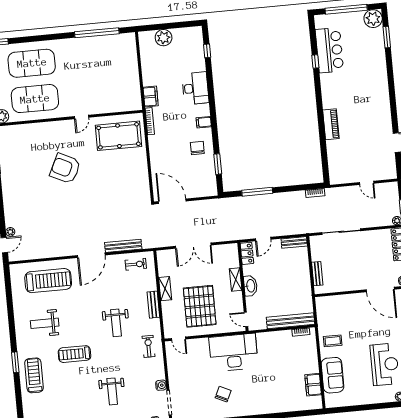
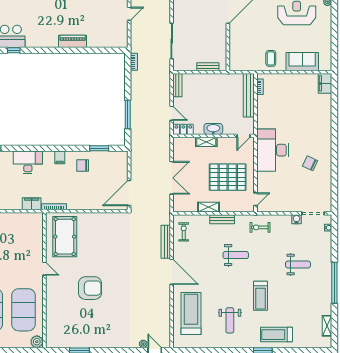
armchair: (65, 168) -> (90, 288), turned -116
filing cabinet: (313, 385) -> (325, 83), moved, turned 90

